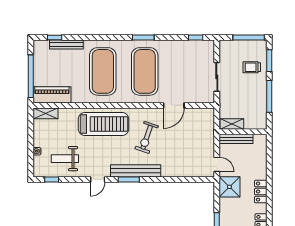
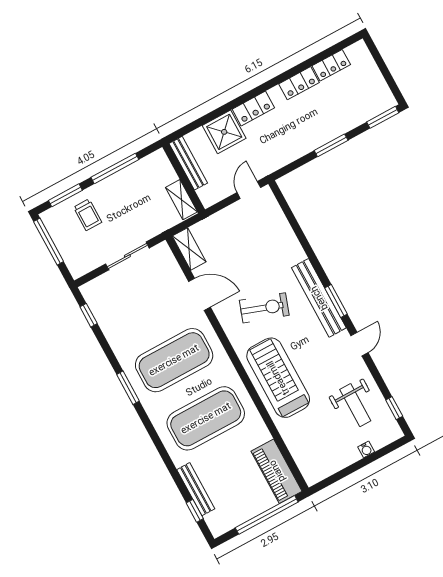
shelving: (45, 113) -> (189, 249), moved
bench: (236, 139) -> (188, 163), moved
door: (98, 179) -> (359, 344), hinge flipped
shower: (229, 187) -> (224, 132), moved

